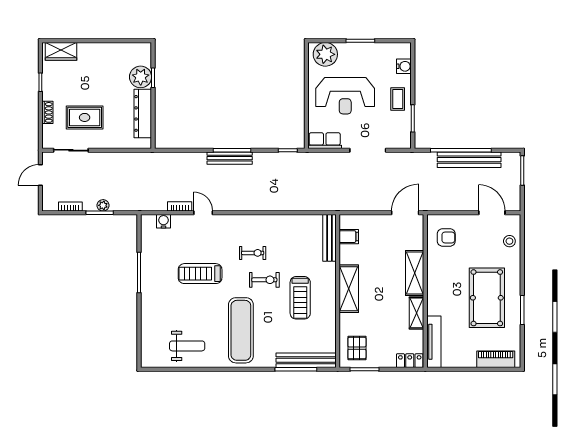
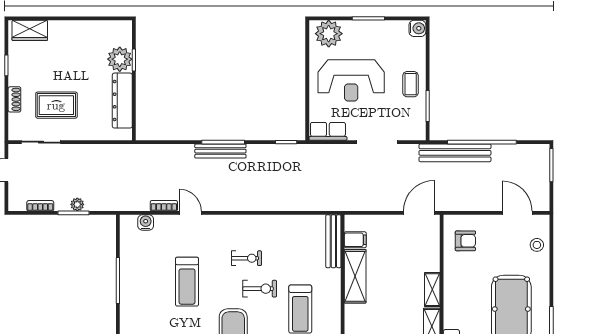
water cooler: (404, 66) -> (417, 28), moved
bench: (469, 160) -> (455, 153), moved
shelving: (415, 273) -> (432, 290), width x0.67, depth x0.75
treadmill: (200, 274) -> (187, 282), turned -90
shelving: (349, 289) -> (355, 276), moved

